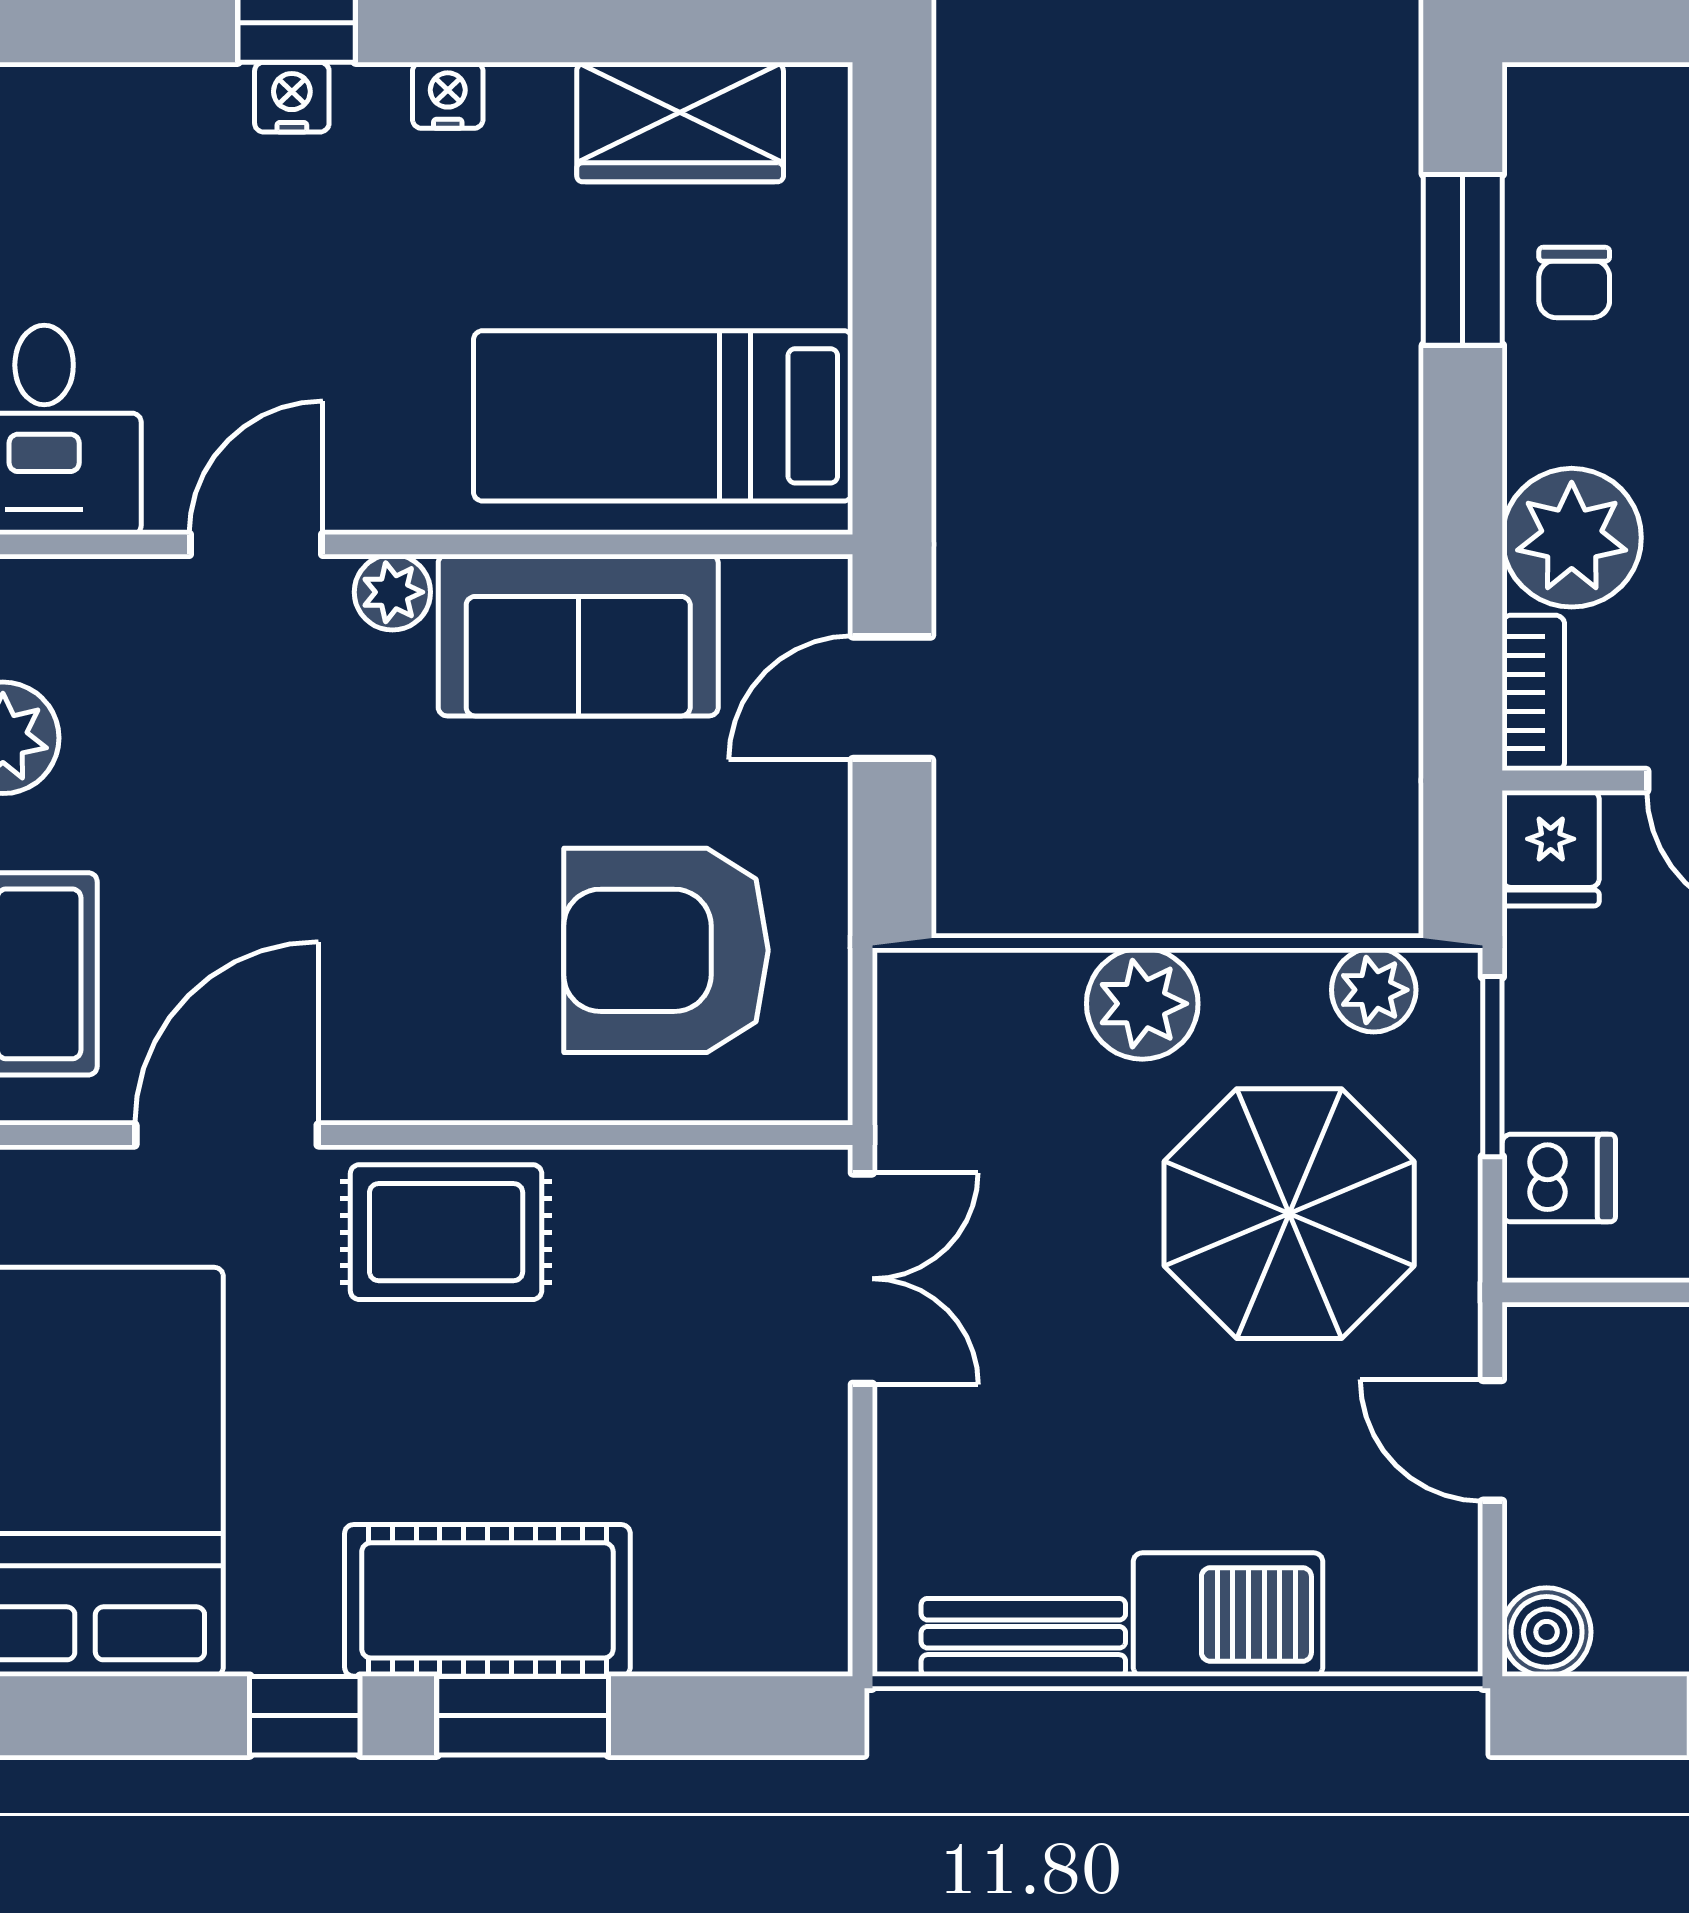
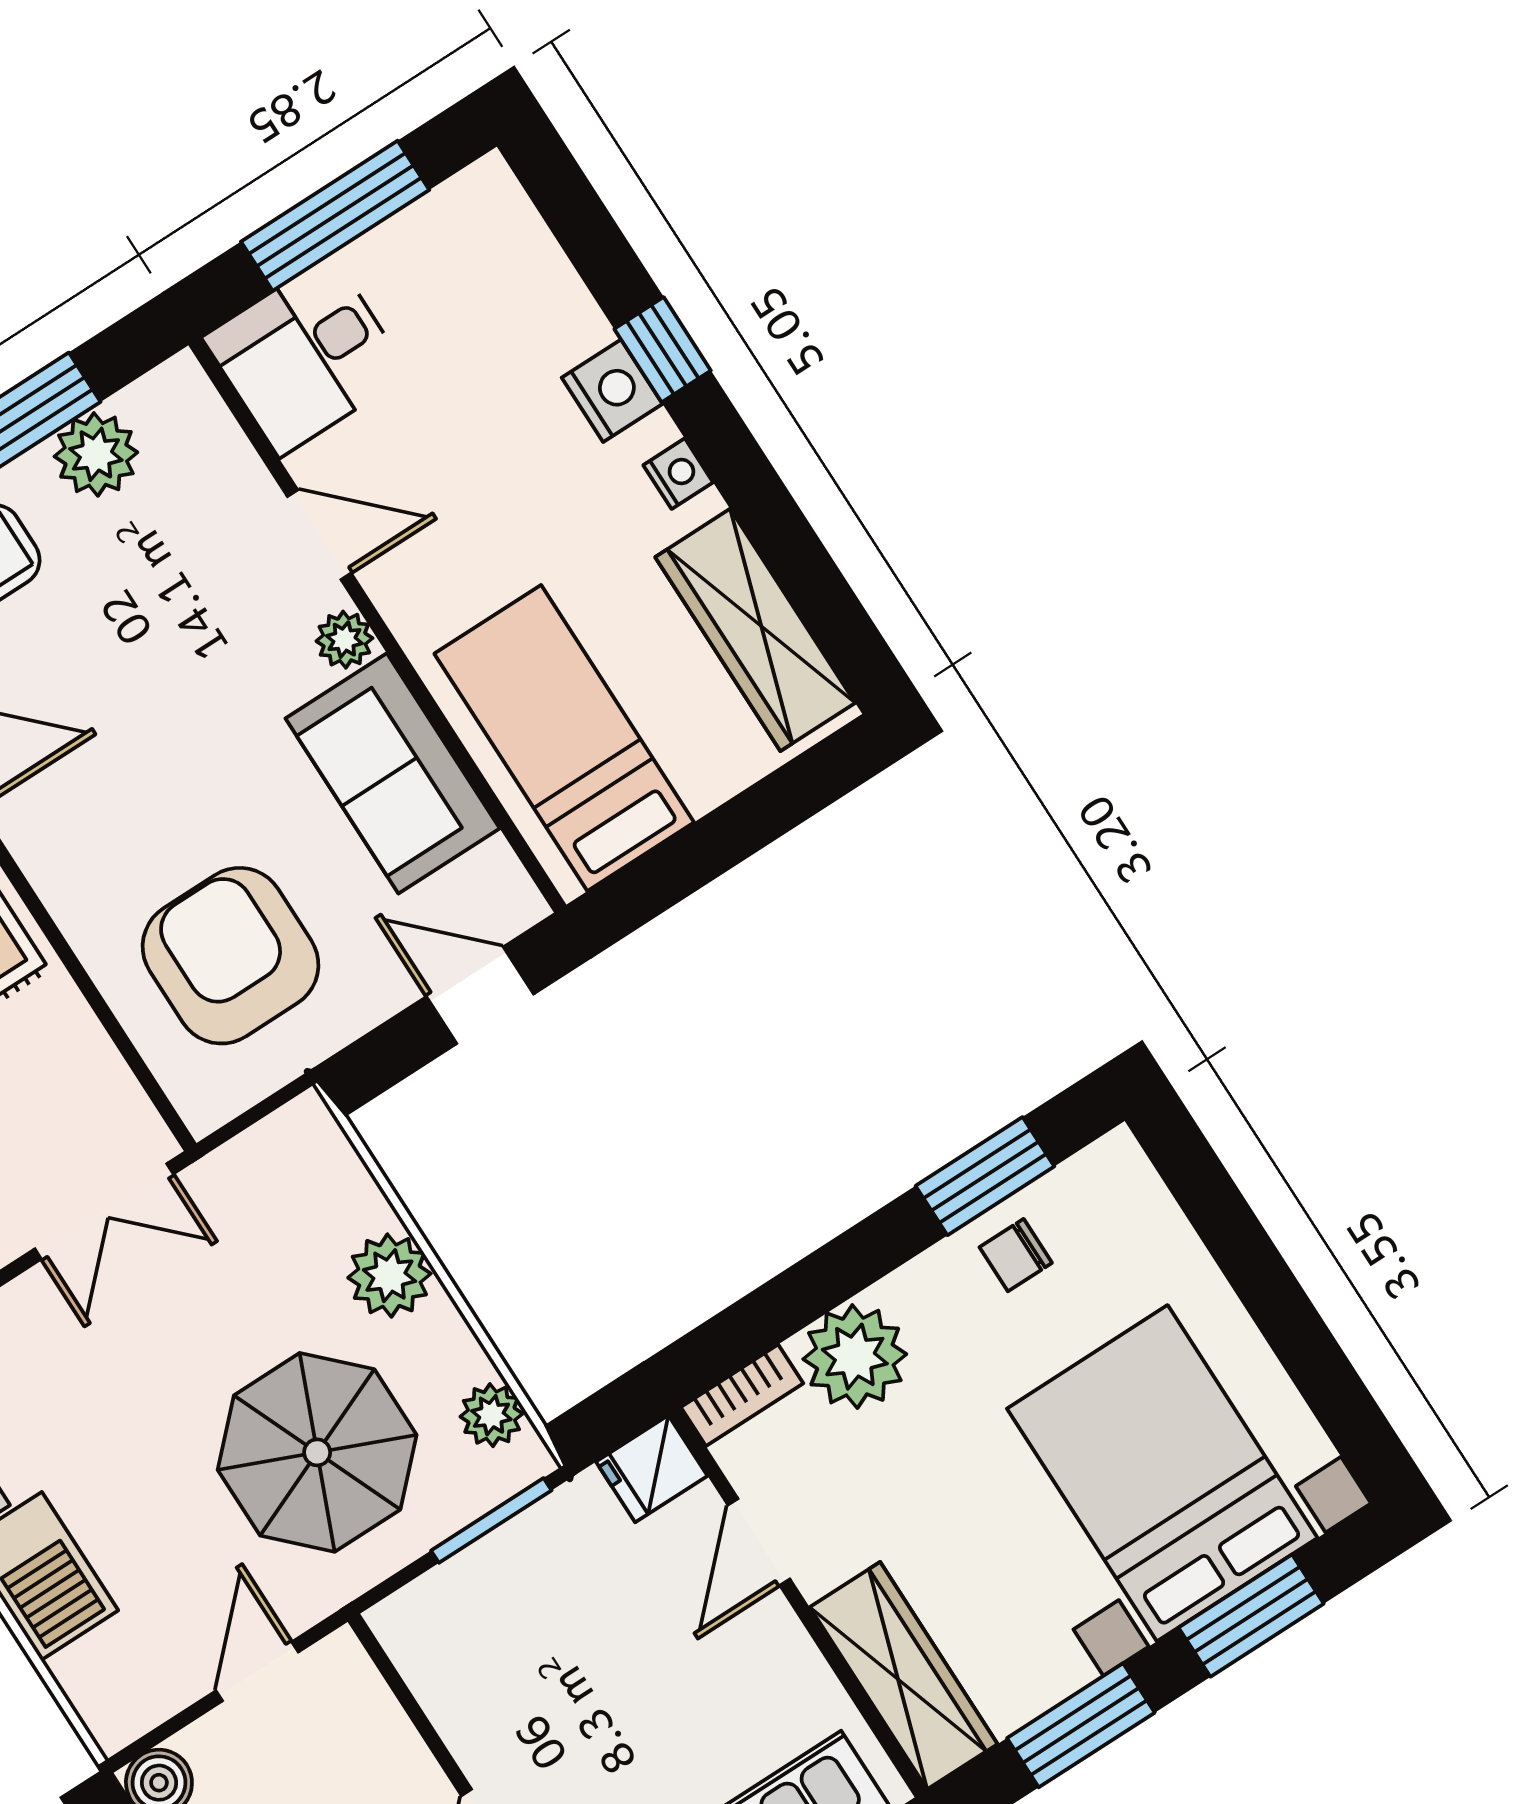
nightstand: (292, 97) -> (612, 391), width x1.39, depth x1.35
wardrobe: (680, 122) -> (755, 630), width x1.50
dishwasher: (1559, 1178) -> (448, 1607), removed

